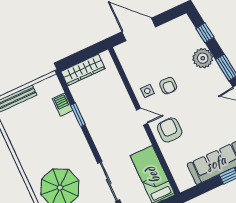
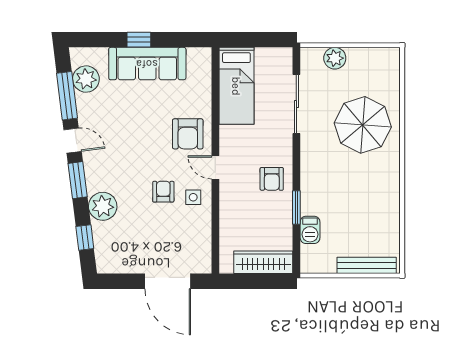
armchair: (102, 126) -> (272, 179), added

